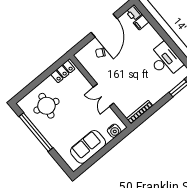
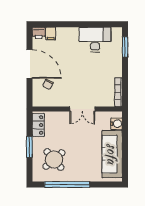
window: (40, 79) -> (29, 147), added
round table: (46, 106) -> (54, 160), turned 34
sofa: (88, 147) -> (112, 154), width x1.36

